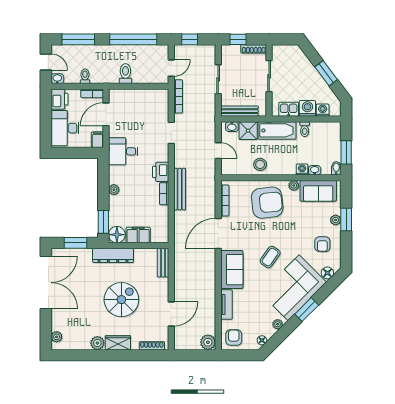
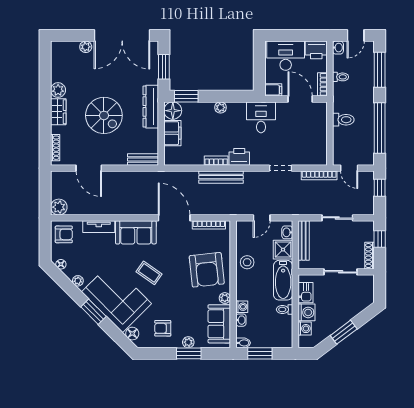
plant: (57, 337) -> (86, 47), moved

